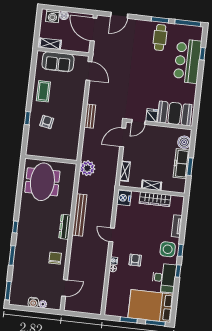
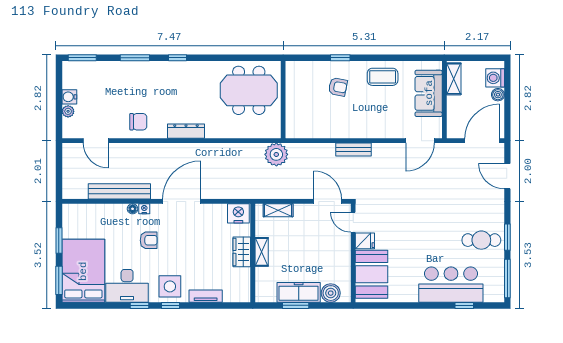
wardrobe: (155, 199) -> (242, 252), width x0.67
bench: (79, 215) -> (119, 191), moved
door: (112, 235) -> (182, 201), width x1.88

